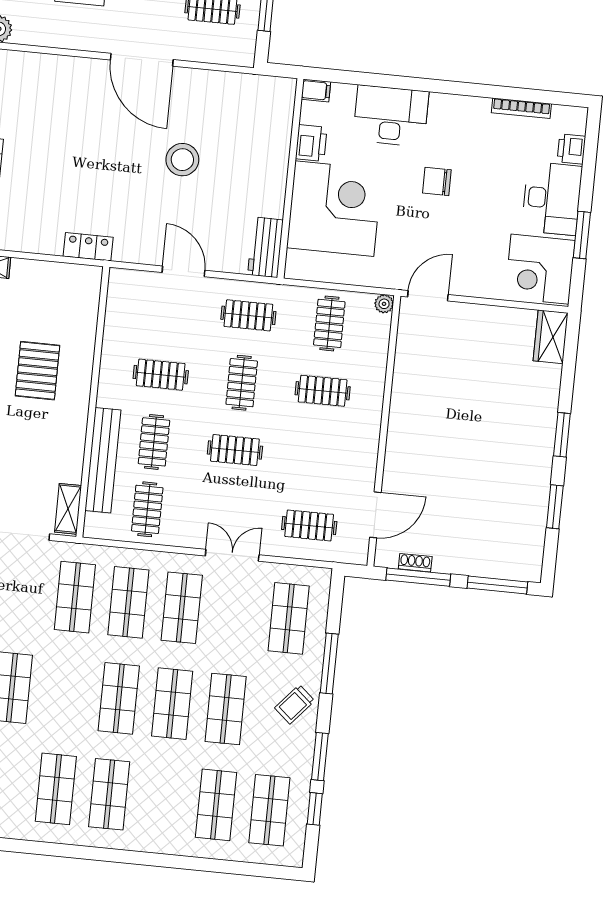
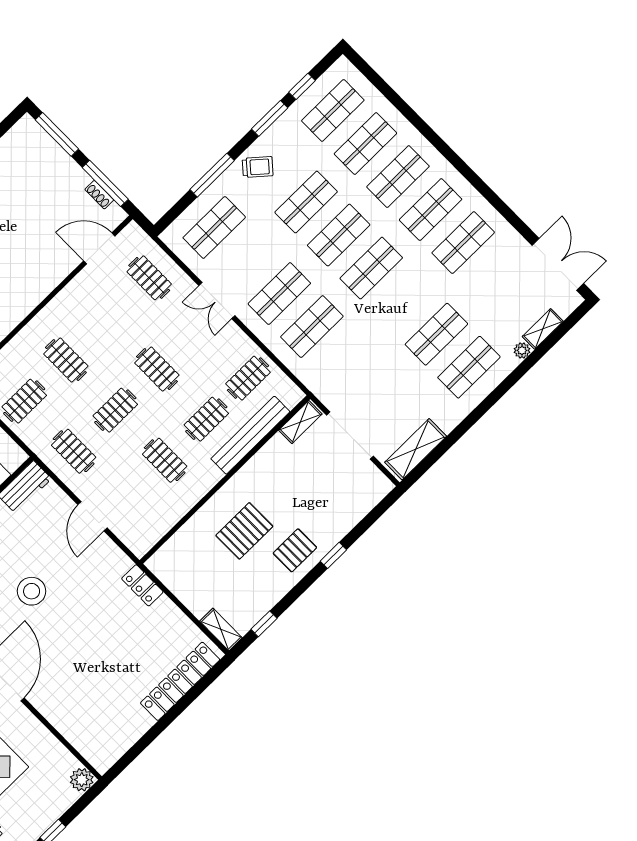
shop shelf: (75, 597) -> (398, 177), moved

